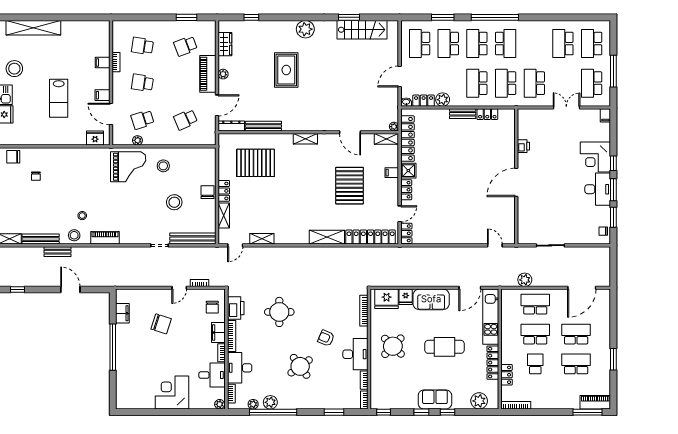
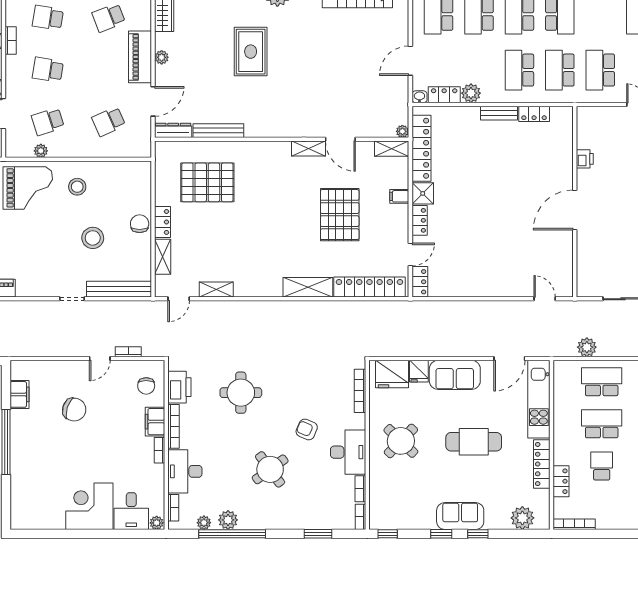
shelving: (305, 139) -> (308, 149), moved
desk: (212, 375) -> (131, 511), moved, turned 90

